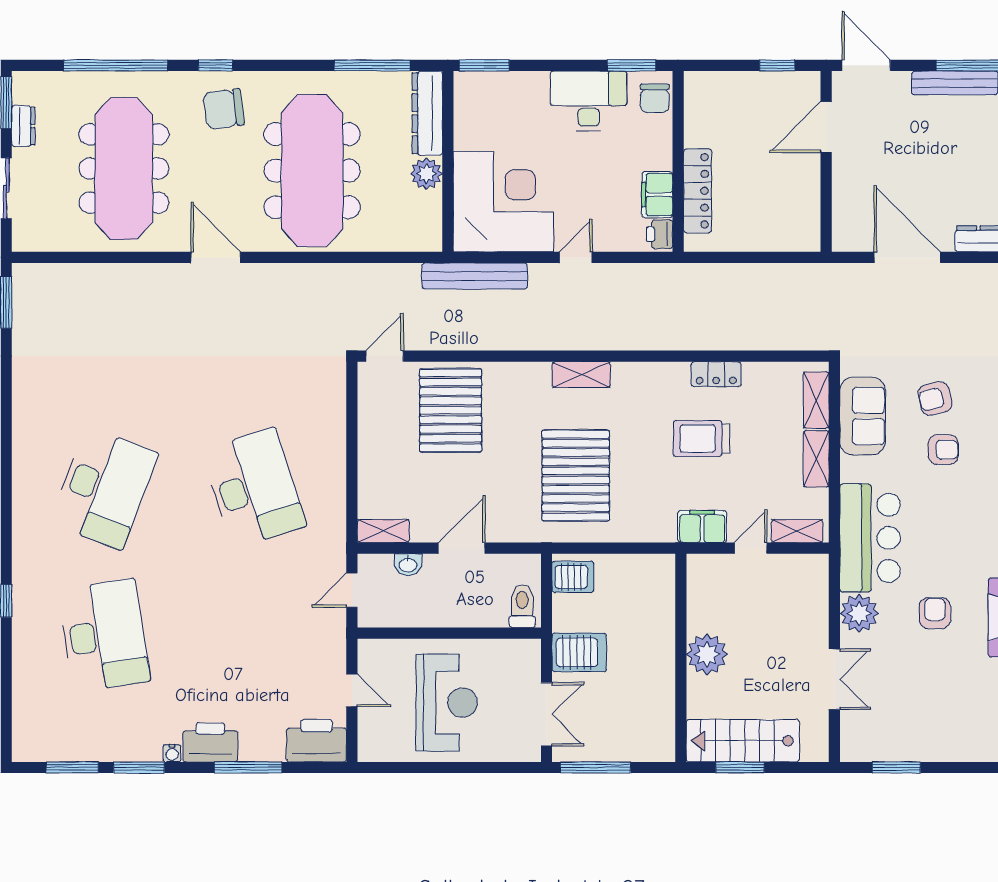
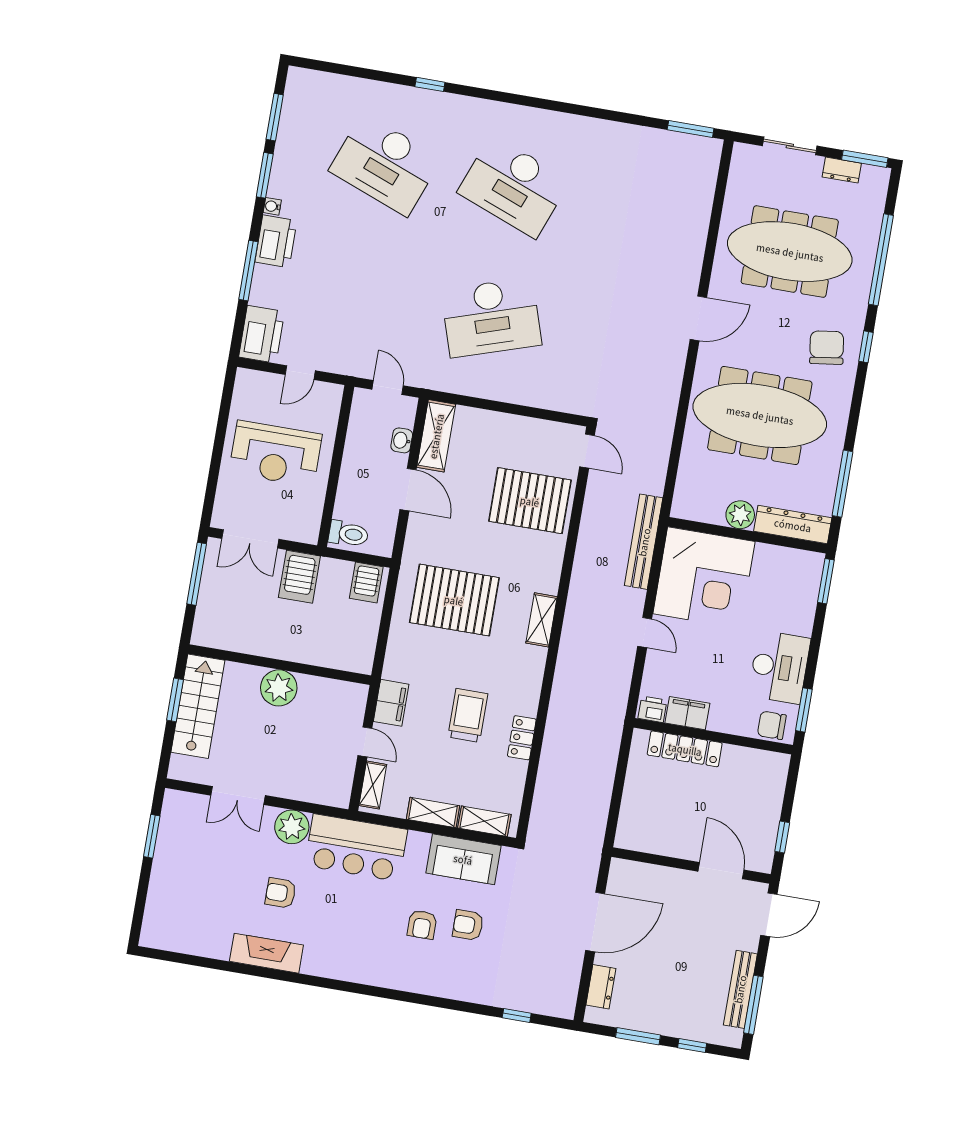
armchair: (935, 398) -> (468, 925), turned -76
shelving: (383, 531) -> (436, 436), width x1.50, depth x1.33
armchair: (935, 613) -> (281, 893), turned 180
desk: (104, 635) -> (385, 165), turned 30

